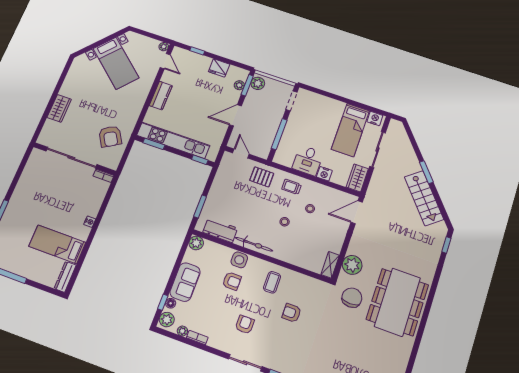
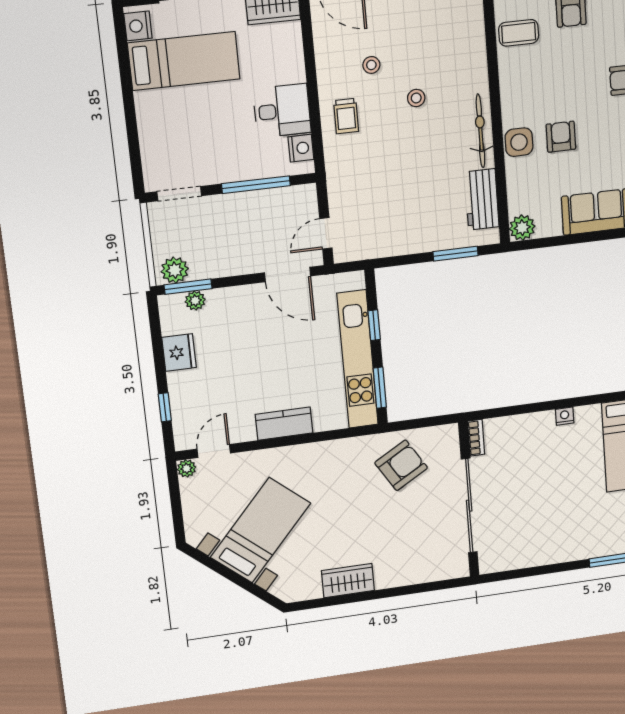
wardrobe: (59, 108) -> (348, 581), moved
door: (236, 115) -> (288, 274), moved
window: (200, 160) -> (374, 325), moved
nightstand: (324, 174) -> (301, 148), moved
pallet: (262, 177) -> (352, 176), removed
coffee table: (272, 282) -> (519, 33), moved

